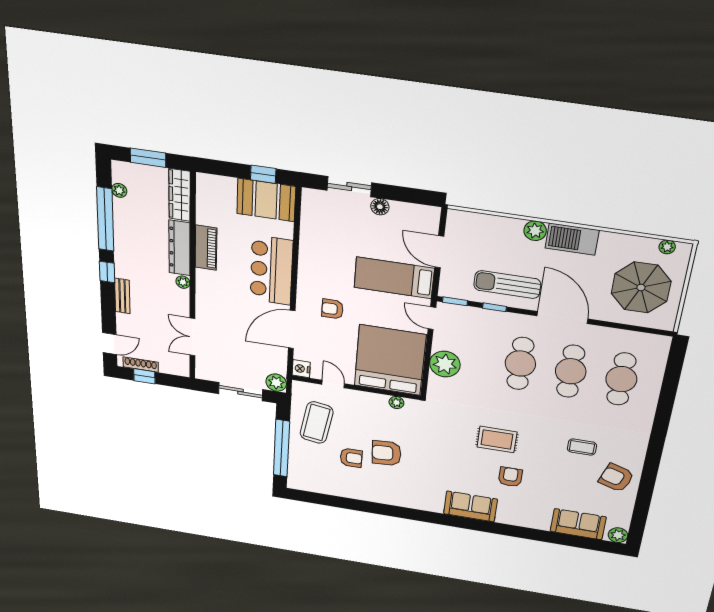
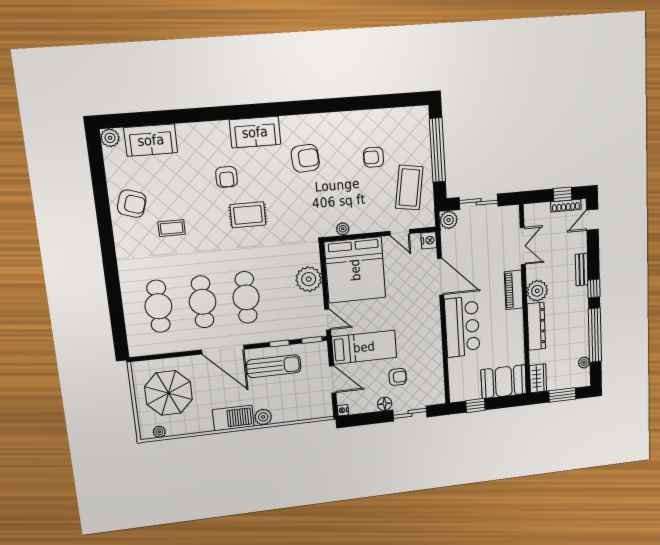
wardrobe: (180, 195) -> (538, 378), width x0.67
booth: (266, 200) -> (504, 382), moved
nightstand: (434, 213) -> (343, 410), added
piano: (206, 248) -> (514, 290), moved
plant: (183, 282) -> (537, 291), width x1.88, depth x1.88
armchair: (332, 309) -> (398, 377), moved
door: (292, 330) -> (441, 277), hinge flipped
armchair: (386, 453) -> (305, 158), moved

